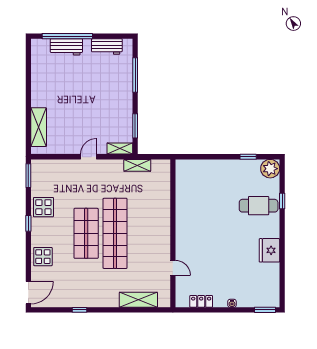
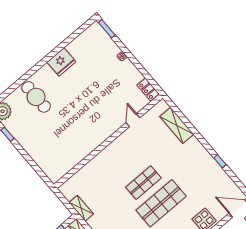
window: (282, 201) -> (18, 83), removed
shop shelf: (115, 233) -> (143, 183), width x0.50, depth x0.74
locker: (201, 301) -> (148, 89), moved

